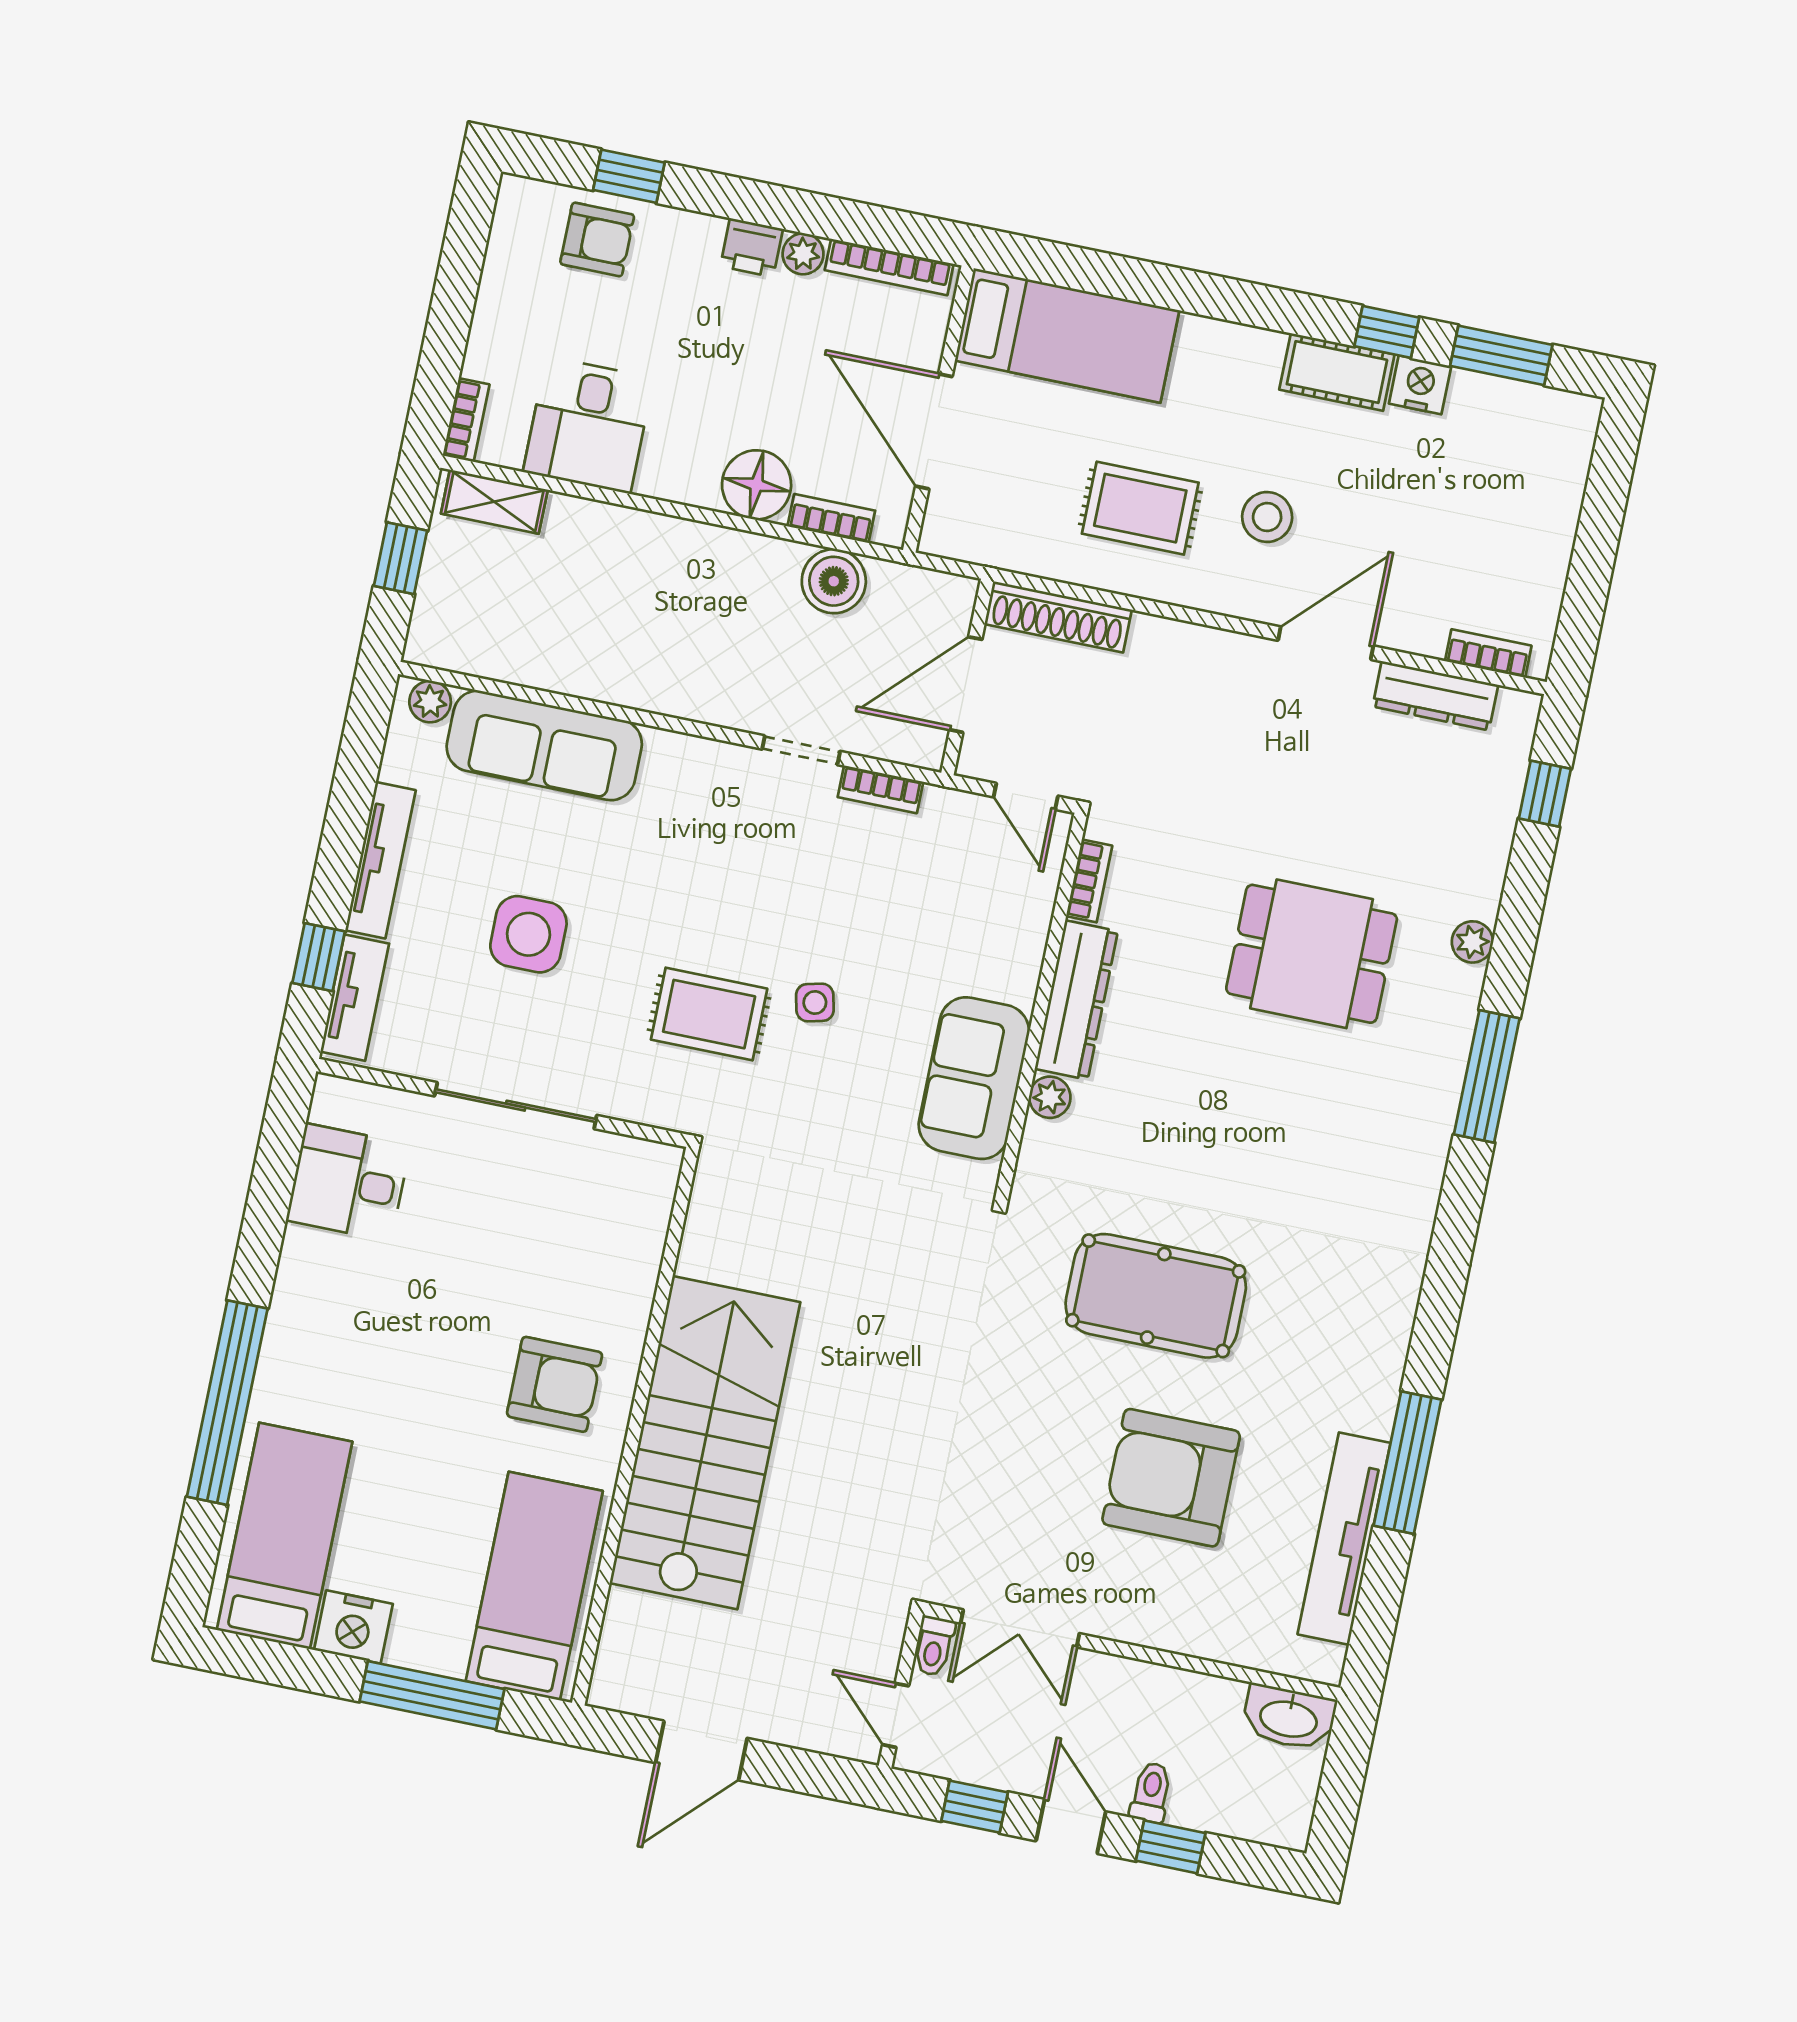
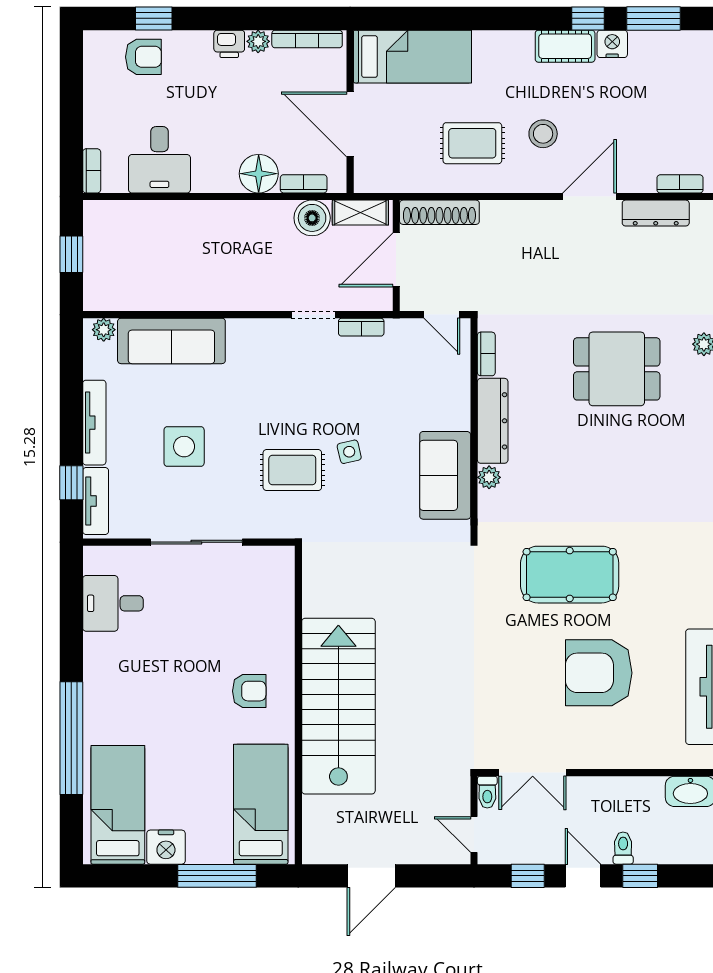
shelving: (494, 502) -> (360, 213), moved
armchair: (555, 1384) -> (249, 691), width x0.72, depth x0.72

